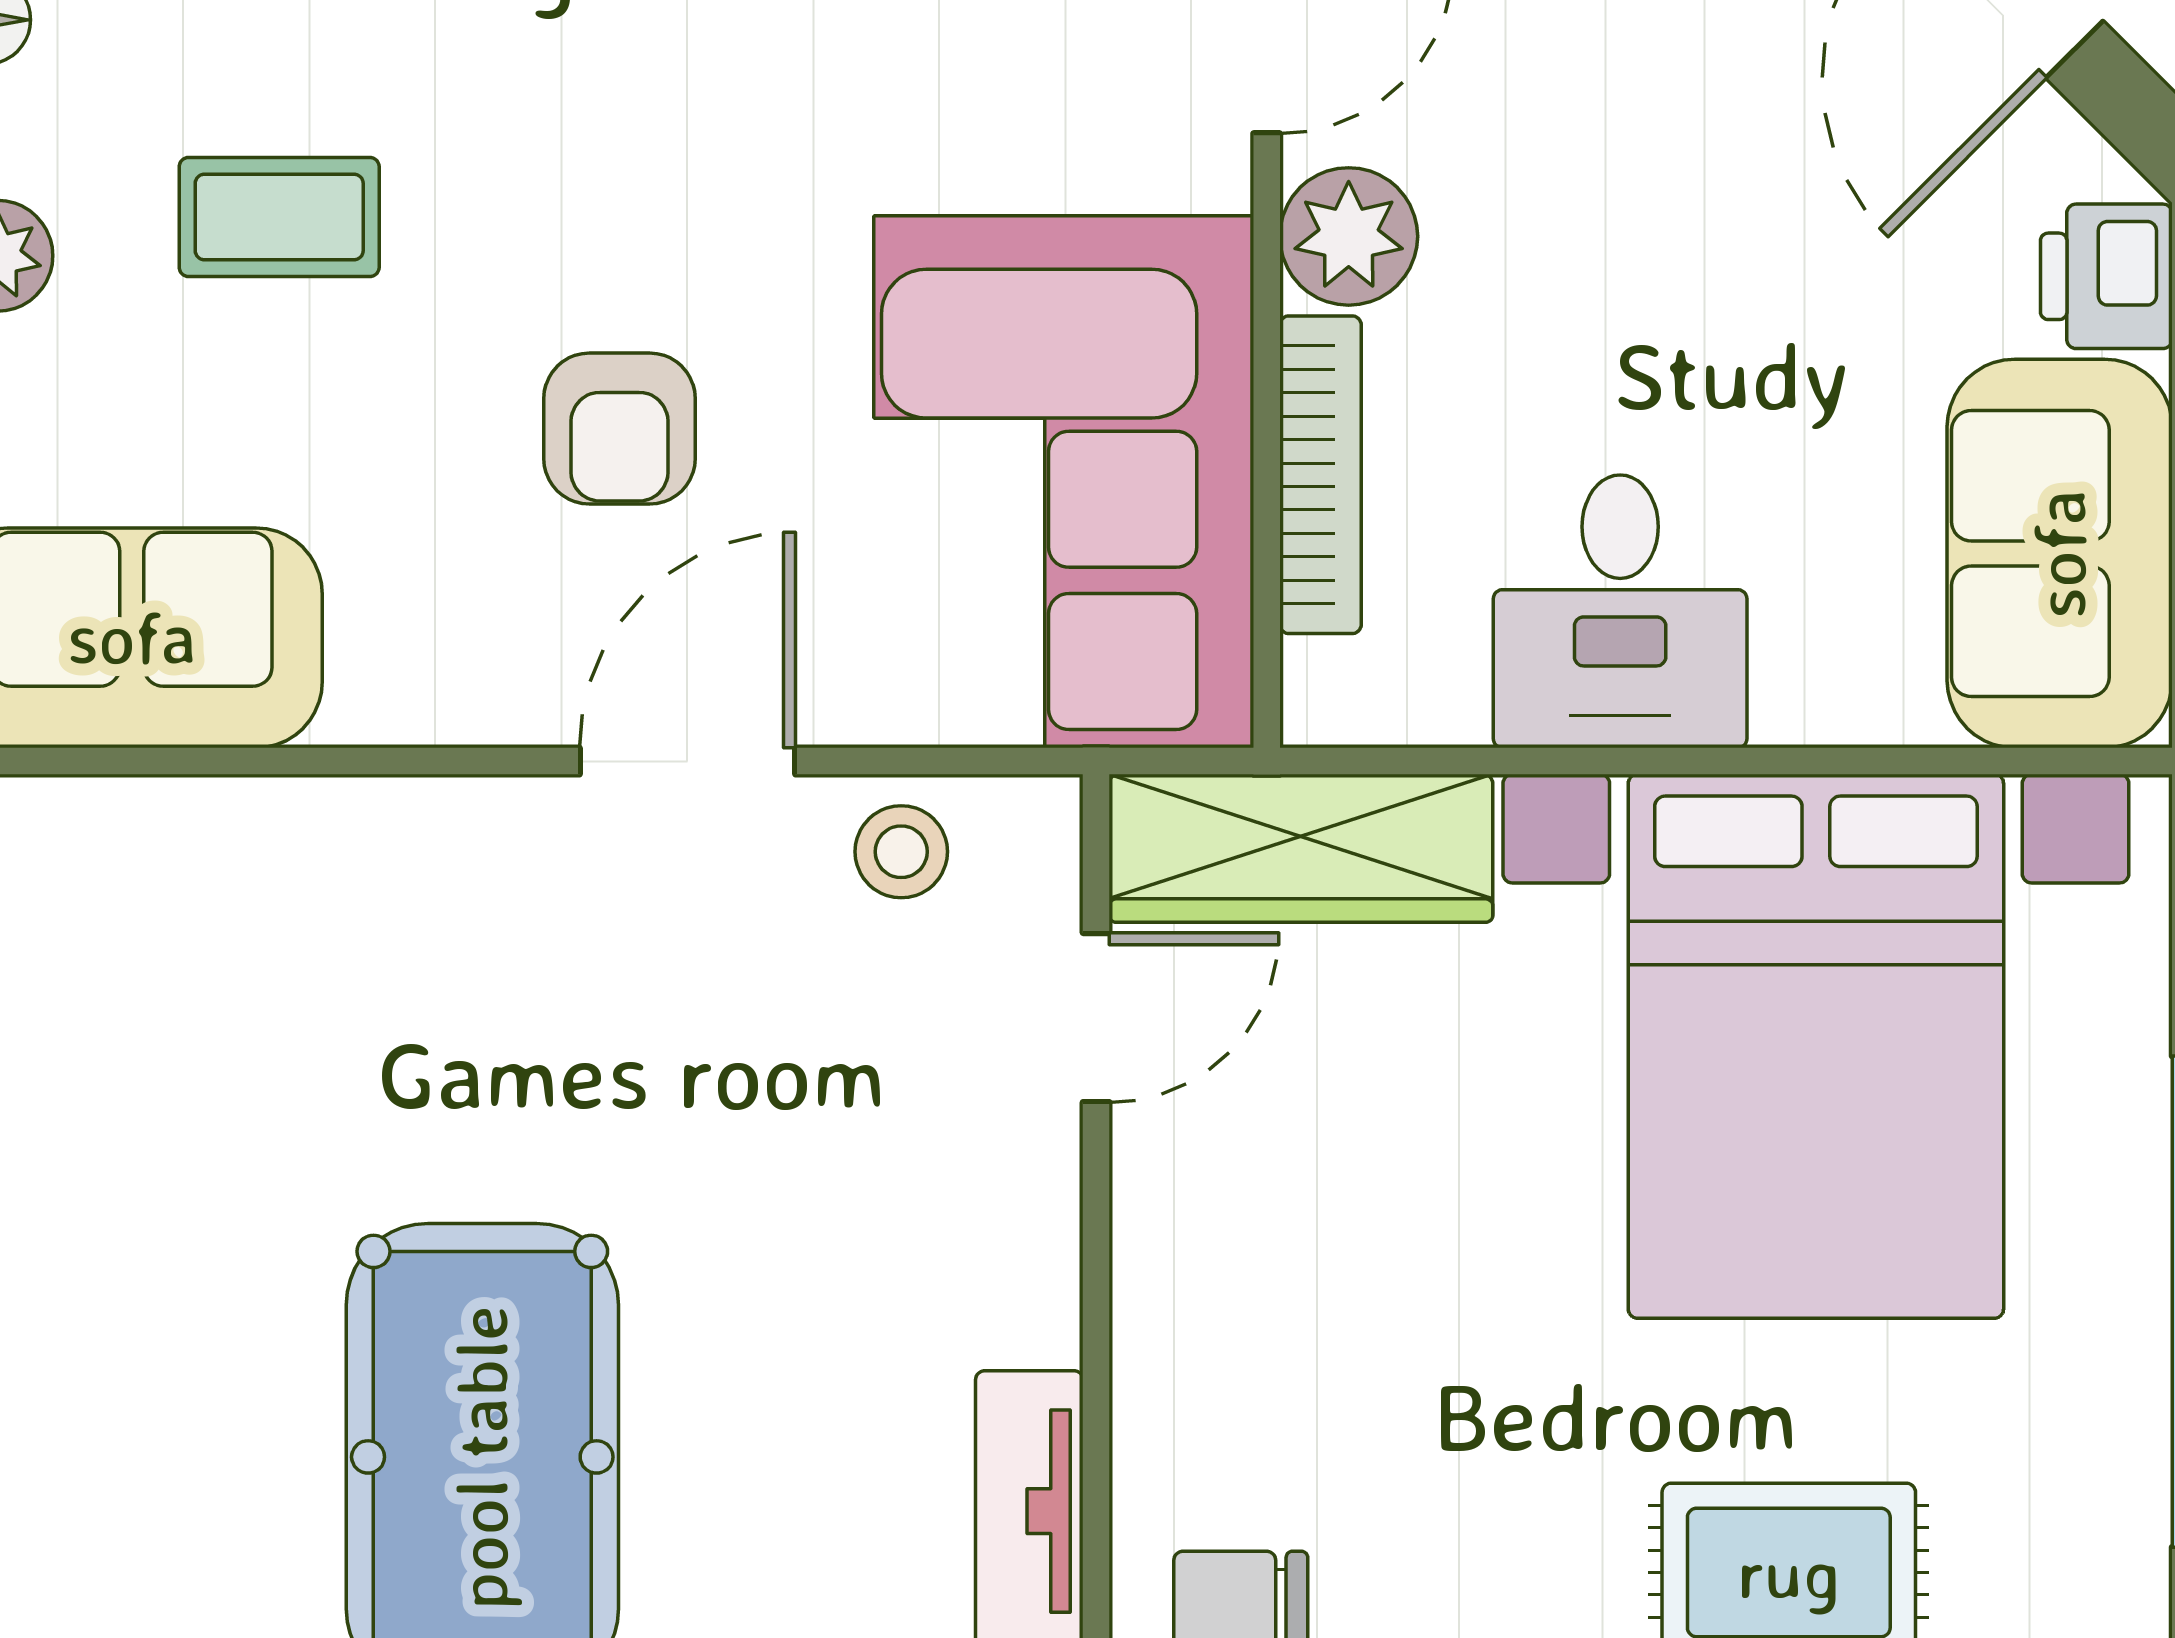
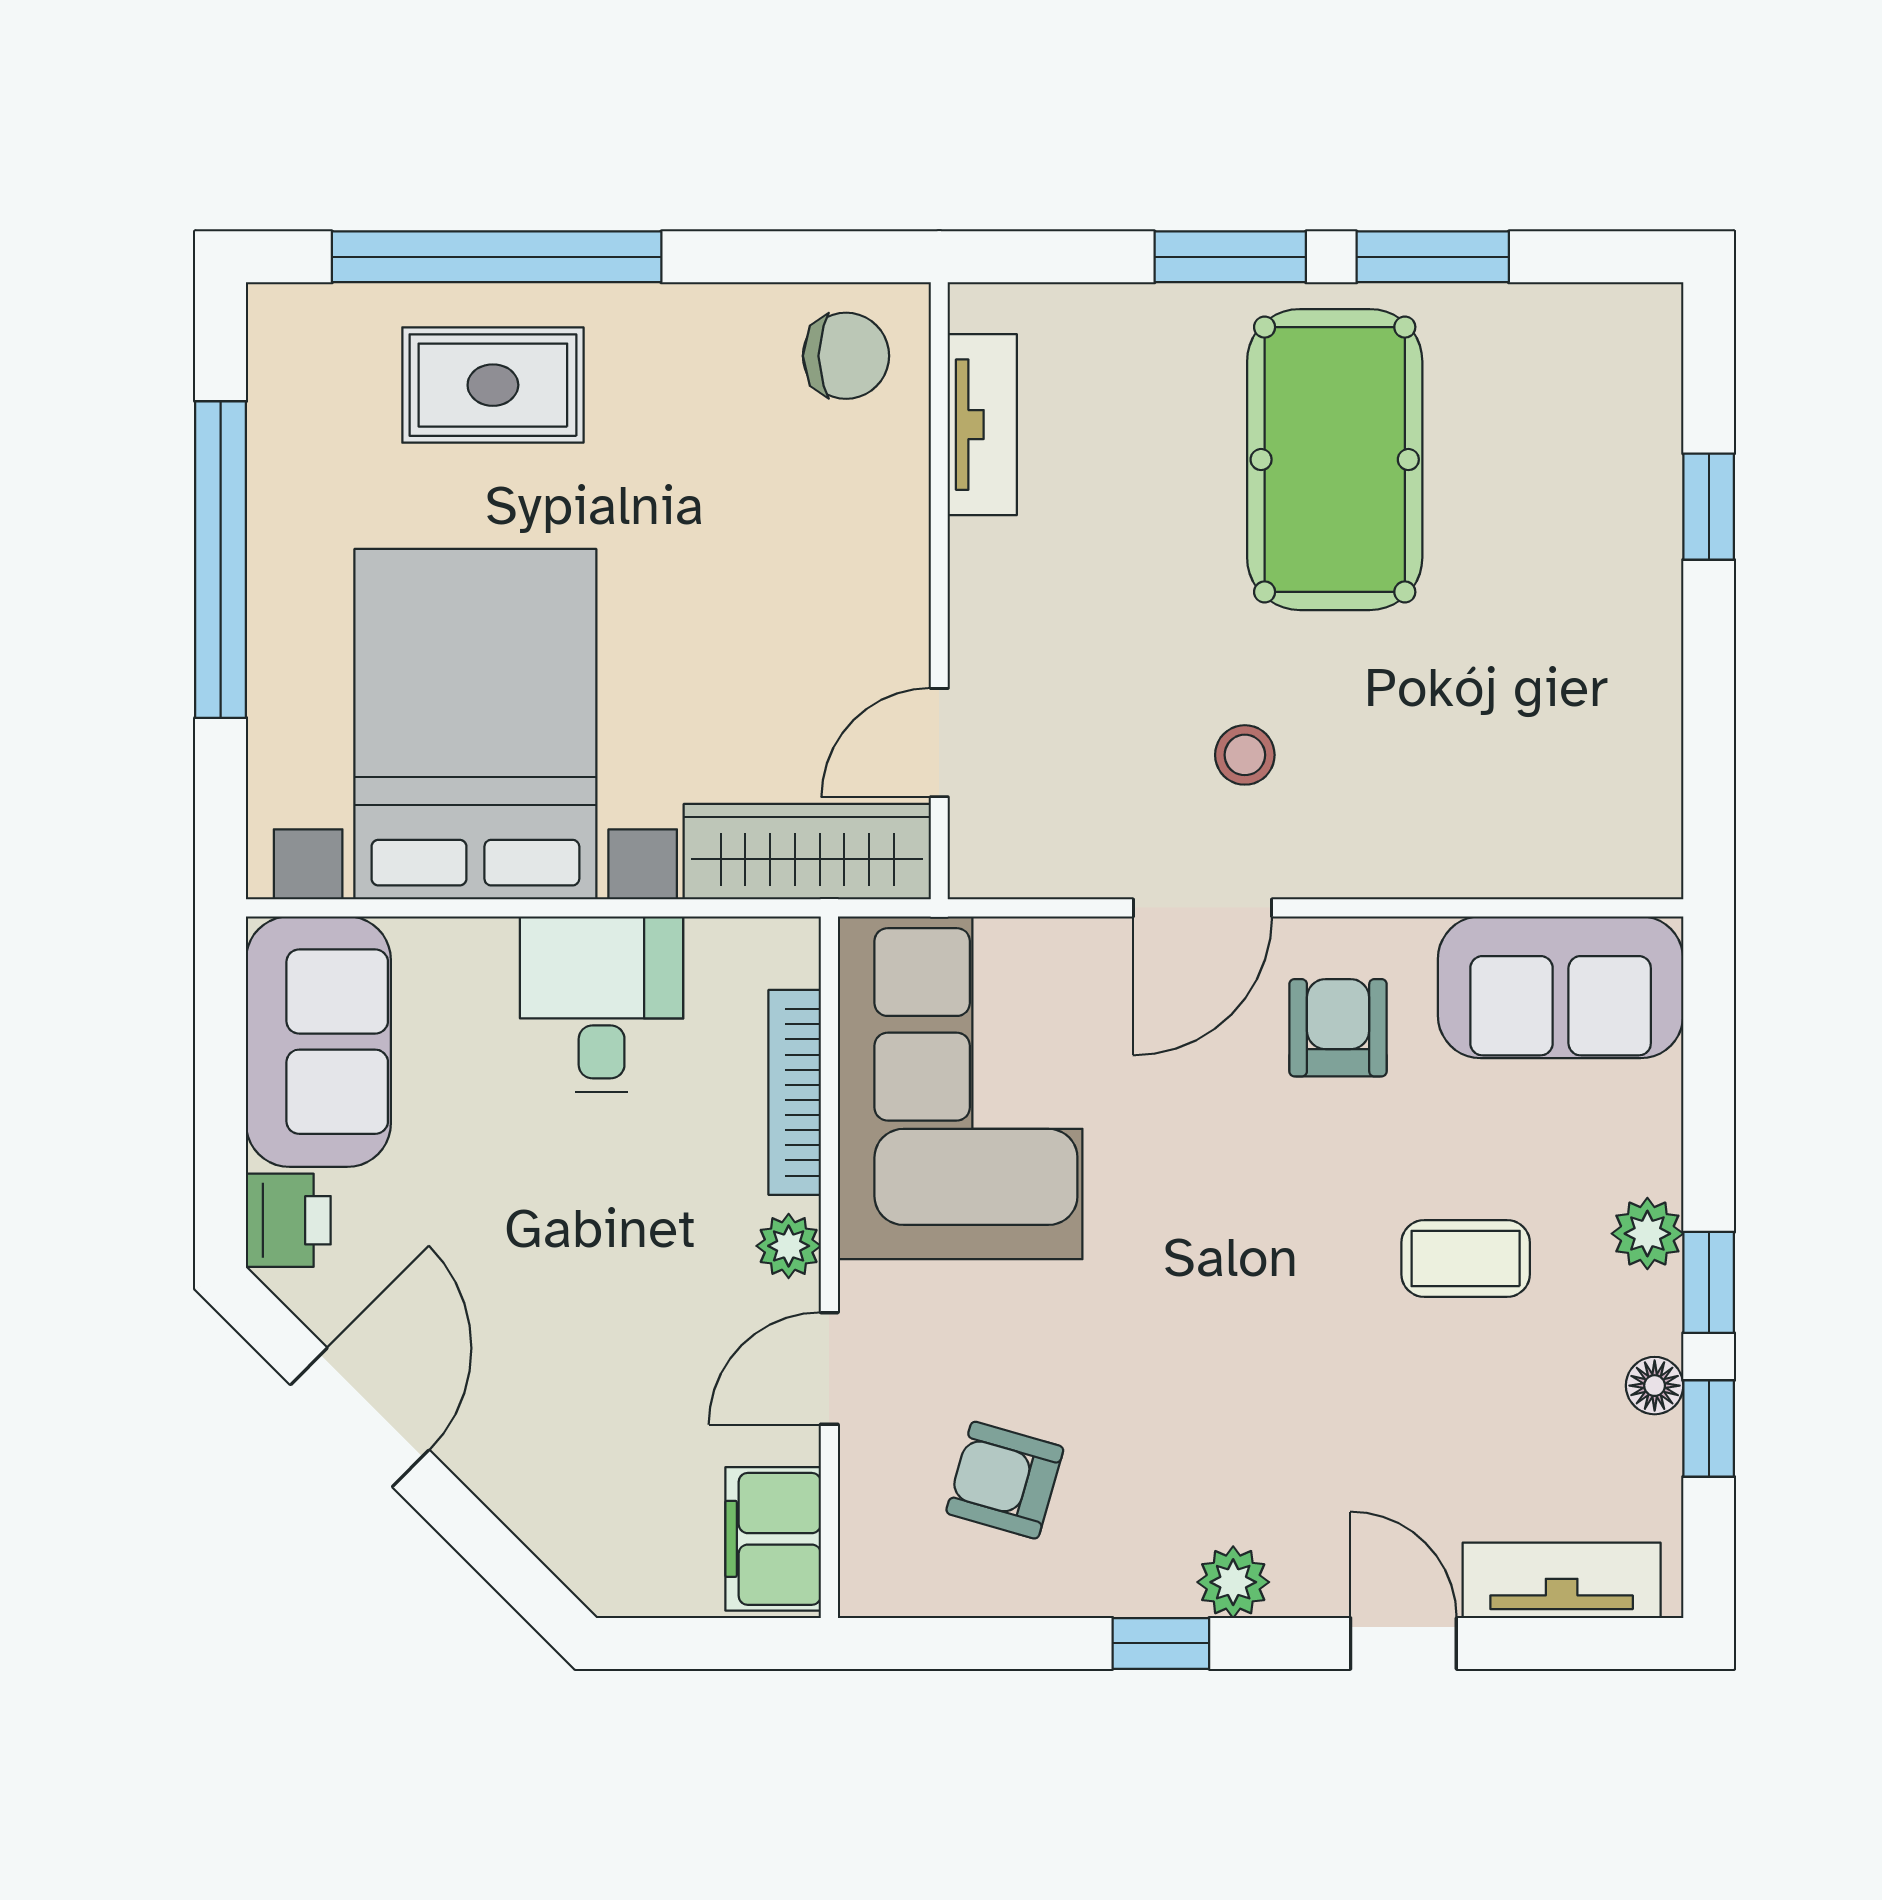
plant: (1349, 236) -> (789, 1246), width x0.73, depth x0.73
armchair: (619, 429) -> (1338, 1028), moved
stool: (901, 852) -> (1245, 755), moved

